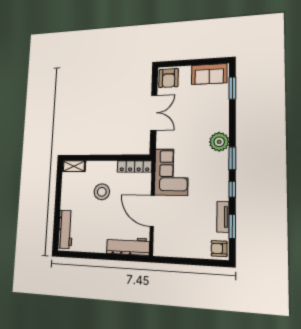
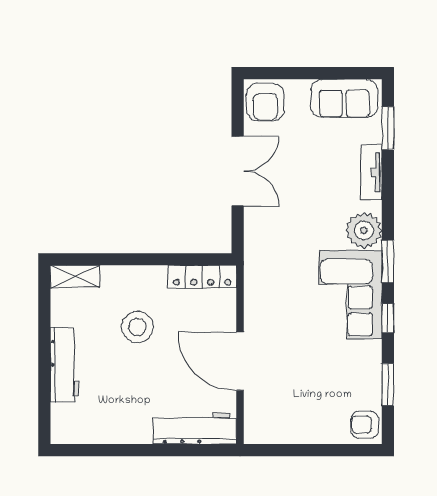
corner sofa: (171, 172) -> (350, 295), moved, turned 180
tv unit: (223, 217) -> (371, 172), moved
workbench: (65, 229) -> (64, 365), moved

